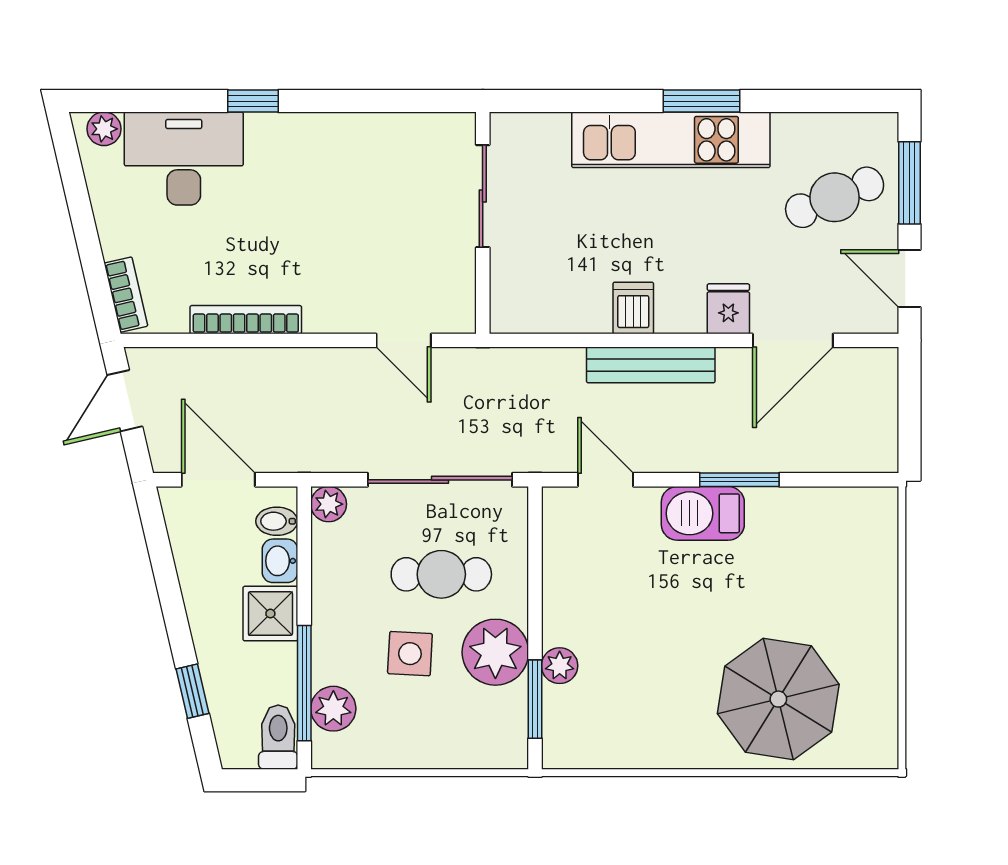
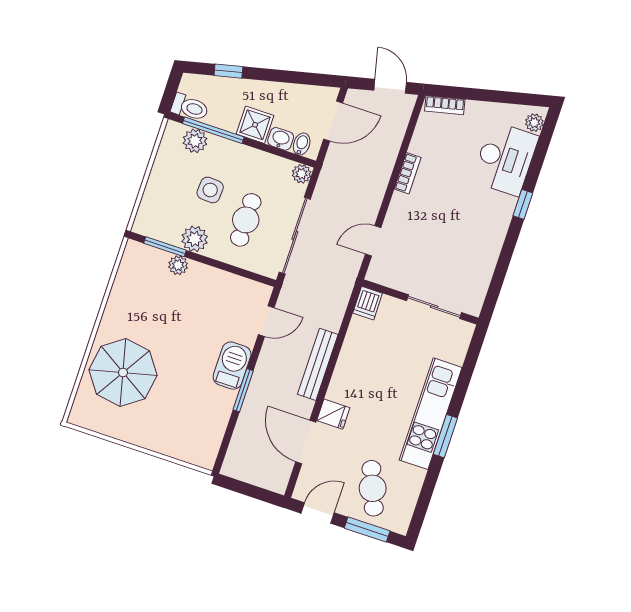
dishwasher: (633, 308) -> (368, 303), moved, turned 90
bookcase: (246, 320) -> (408, 173), width x0.64
plant: (495, 652) -> (195, 239), width x0.73, depth x0.73

